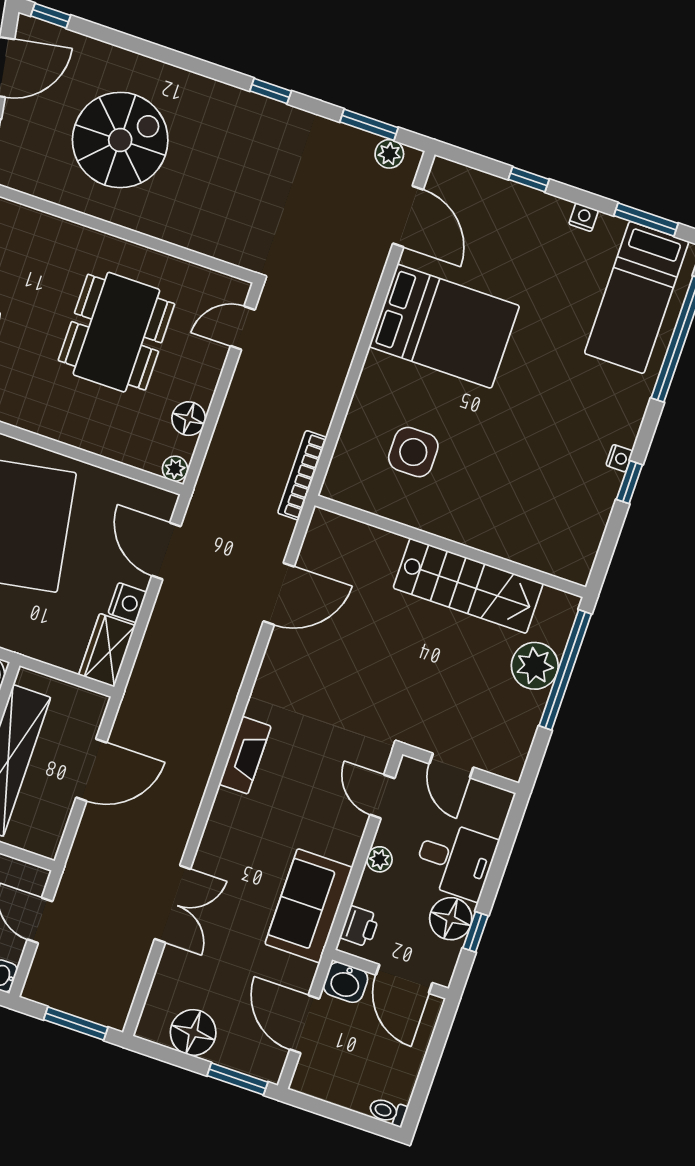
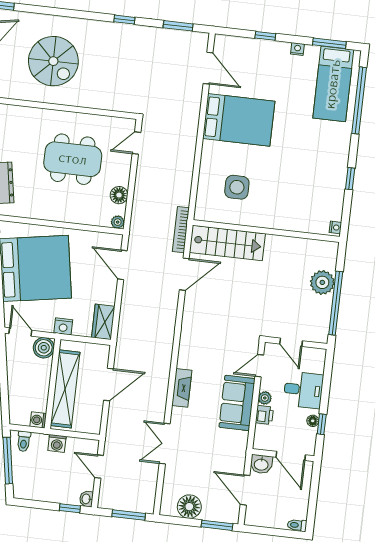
spiral stairs: (120, 140) -> (53, 61), turned 90
plant: (389, 154) -> (192, 38), removed
dining table: (116, 332) -> (73, 159), turned 90
nightstand: (619, 458) -> (335, 227), moved
bookcase: (302, 475) -> (181, 230), moved
stairs: (468, 586) -> (227, 243), moved
nightstand: (127, 603) -> (63, 326), moved, turned 90
window: (565, 670) -> (336, 303), moved
fireplace: (245, 755) -> (182, 388), moved
door: (382, 797) -> (259, 366), hinge flipped
double door: (173, 904) -> (165, 444), swing flipped
sofa: (309, 906) -> (237, 403), moved
floor lamp: (451, 919) -> (313, 421), width x0.53, depth x0.53
printer: (360, 927) -> (264, 415), moved

